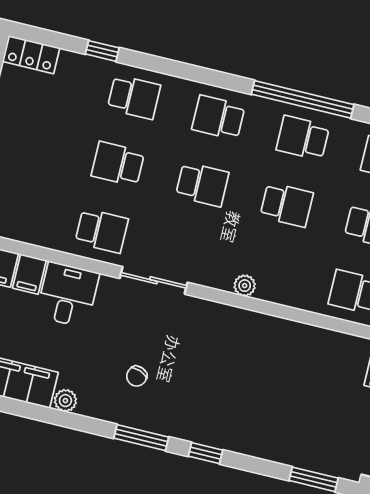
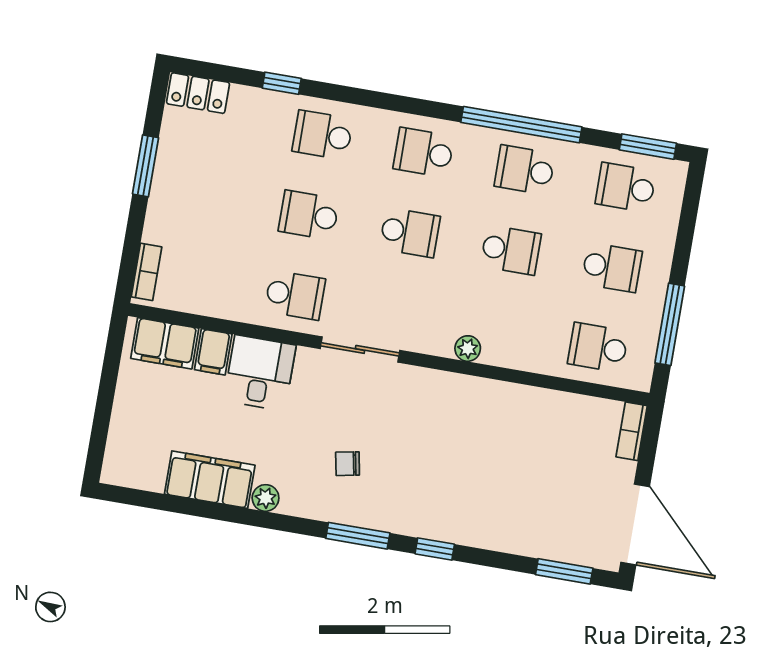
school desk: (134, 97) -> (323, 135), turned 180
chair: (137, 376) -> (348, 464), turned 58

